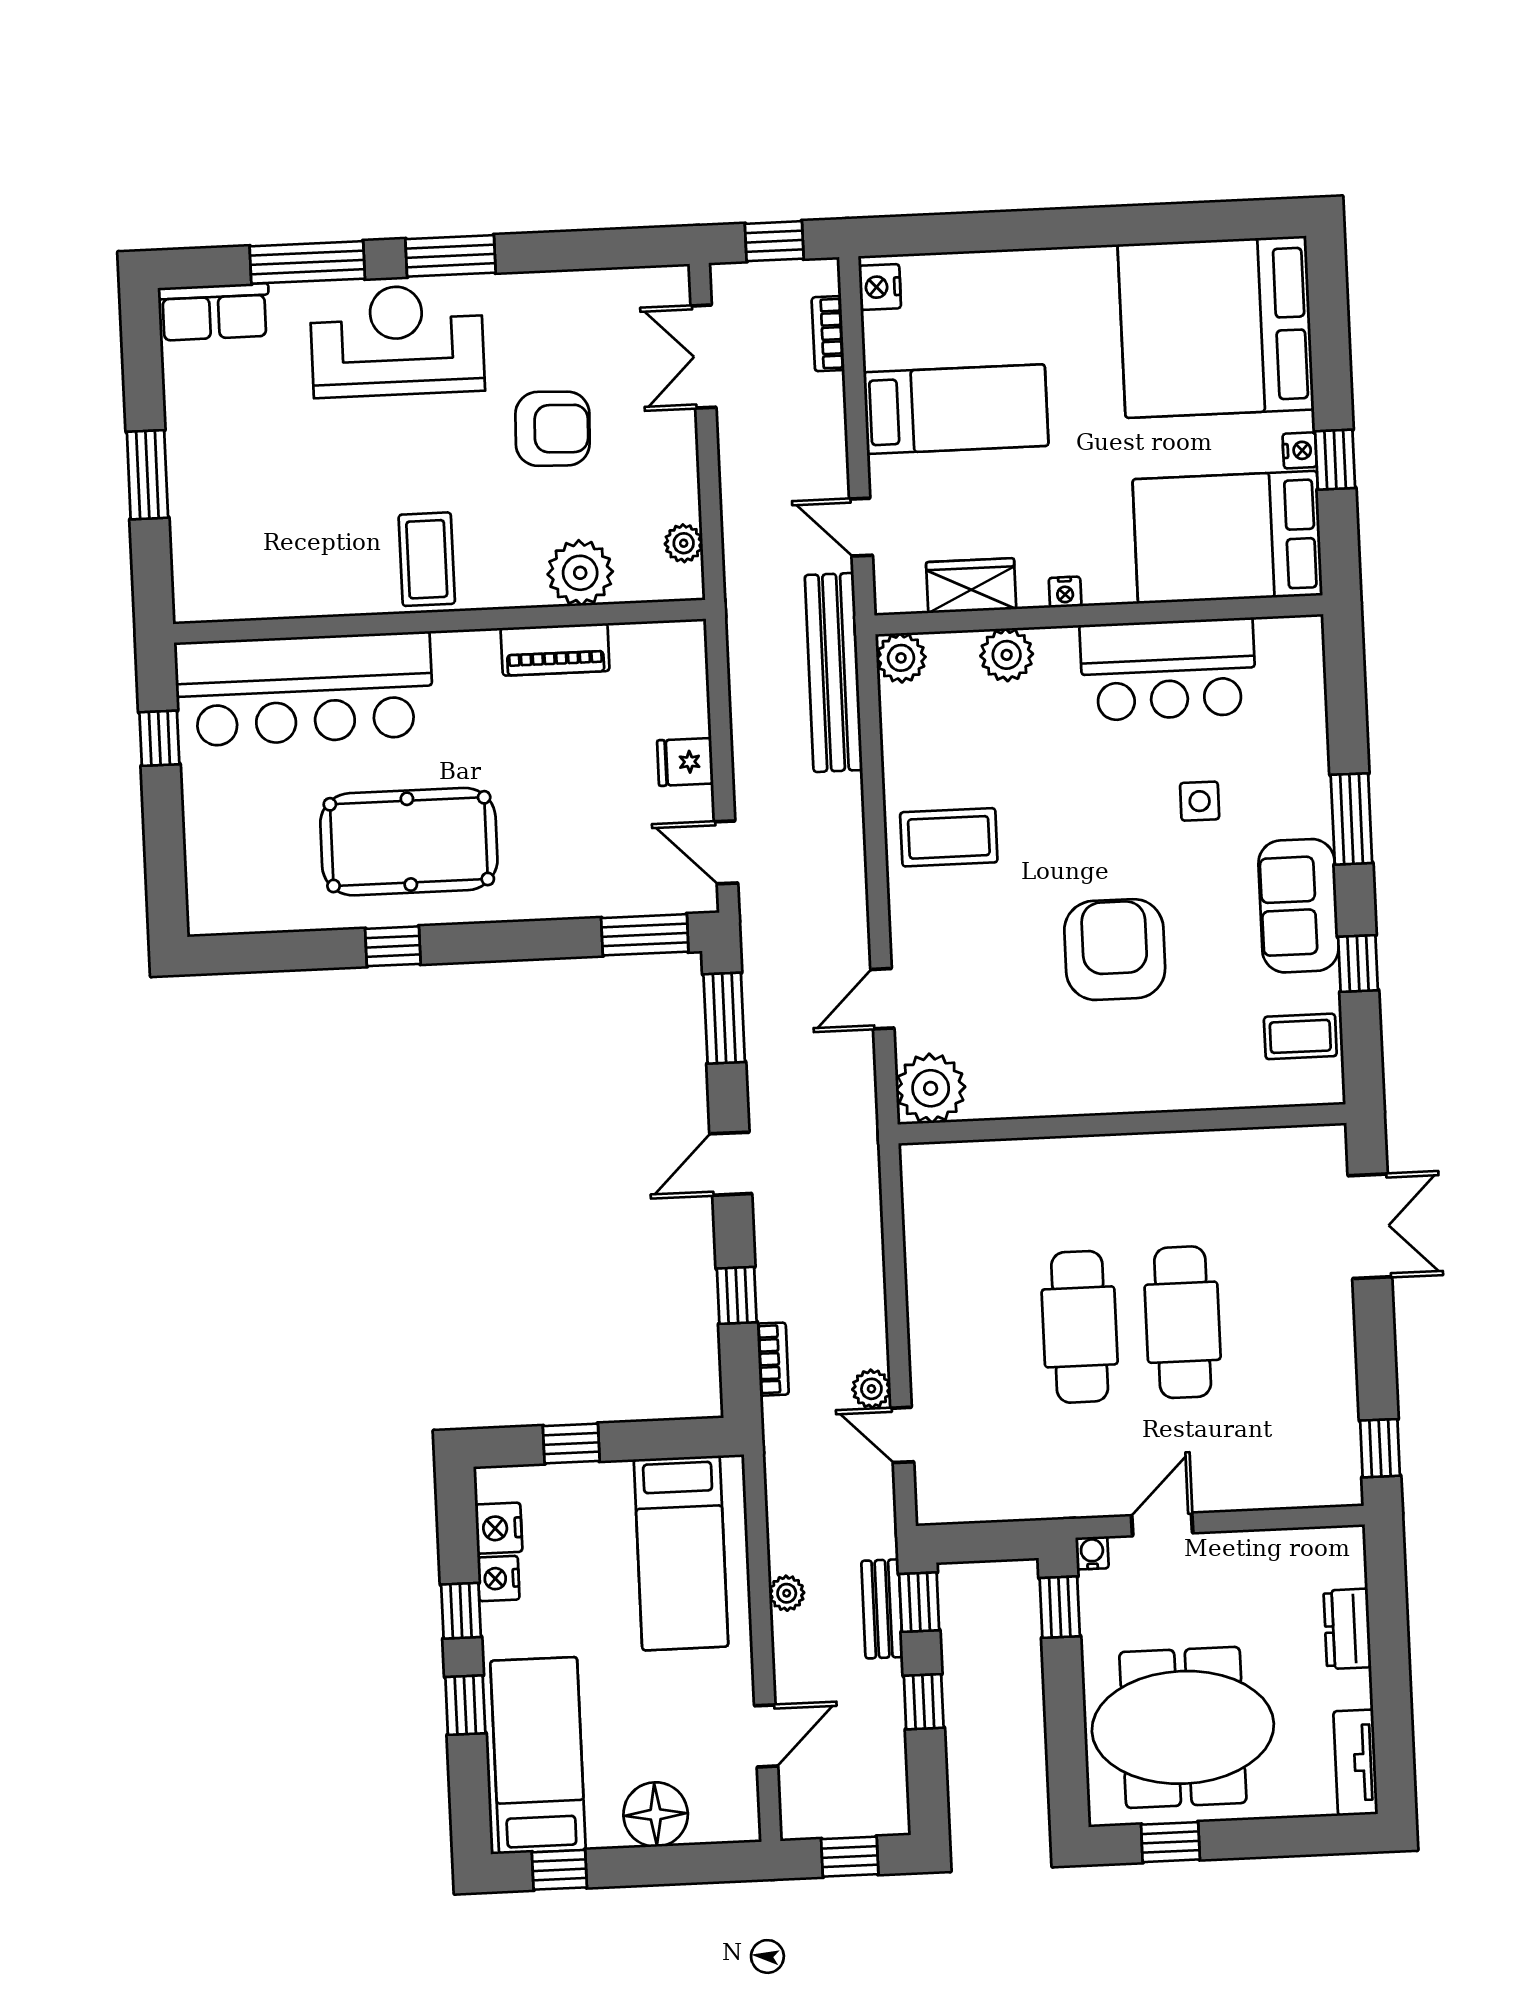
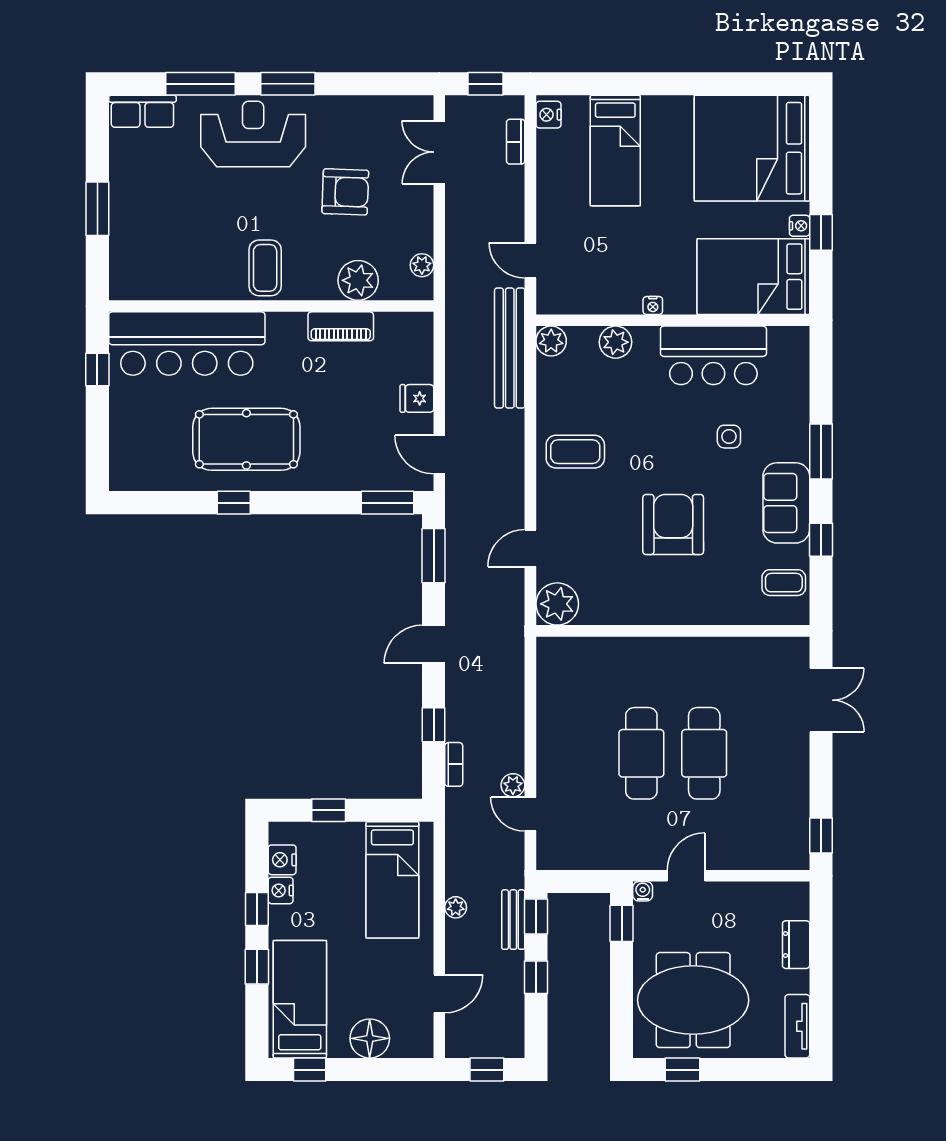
bed: (956, 409) -> (615, 151), moved, turned 90
wardrobe: (971, 586) -> (596, 299), removed

